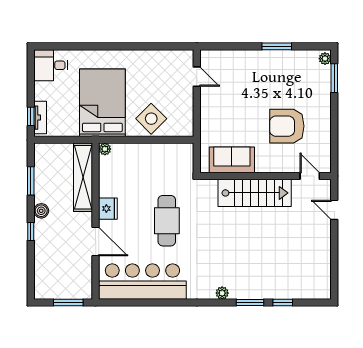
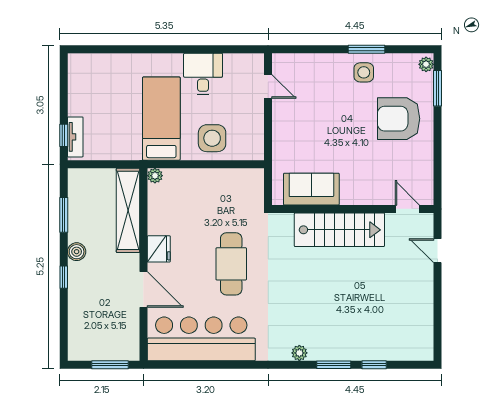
desk: (51, 65) -> (203, 74), moved, turned 90
side table: (274, 65) -> (364, 72), added
bed: (102, 103) -> (161, 119), width x0.67
side table: (151, 119) -> (212, 138), turned 45
armchair: (287, 126) -> (399, 119), moved

